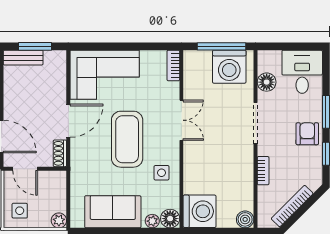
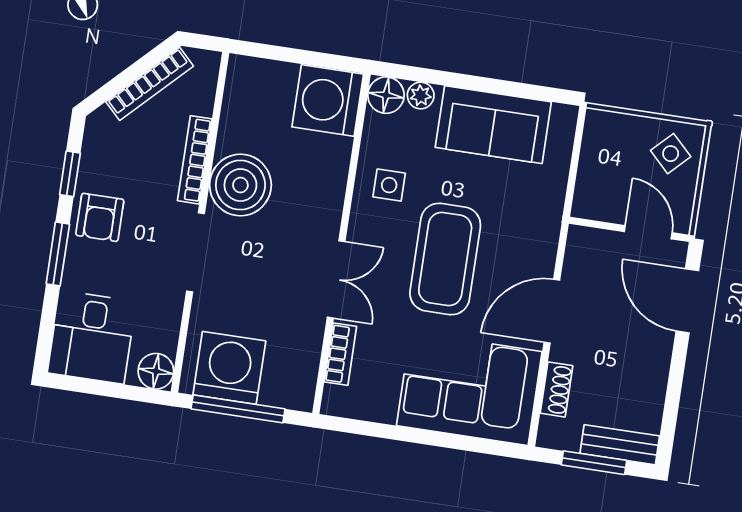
bookcase: (173, 65) -> (340, 354), moved
floor lamp: (267, 82) -> (156, 371), moved
double door: (181, 120) -> (336, 279), swing flipped
shoe rack: (60, 153) -> (556, 389), moved
bookcase: (263, 171) -> (195, 160), width x1.56
side table: (20, 211) -> (671, 154), turned 45
boiler: (245, 219) -> (240, 185), moved, width x1.86, depth x1.86
plant: (59, 220) -> (599, 124), removed

